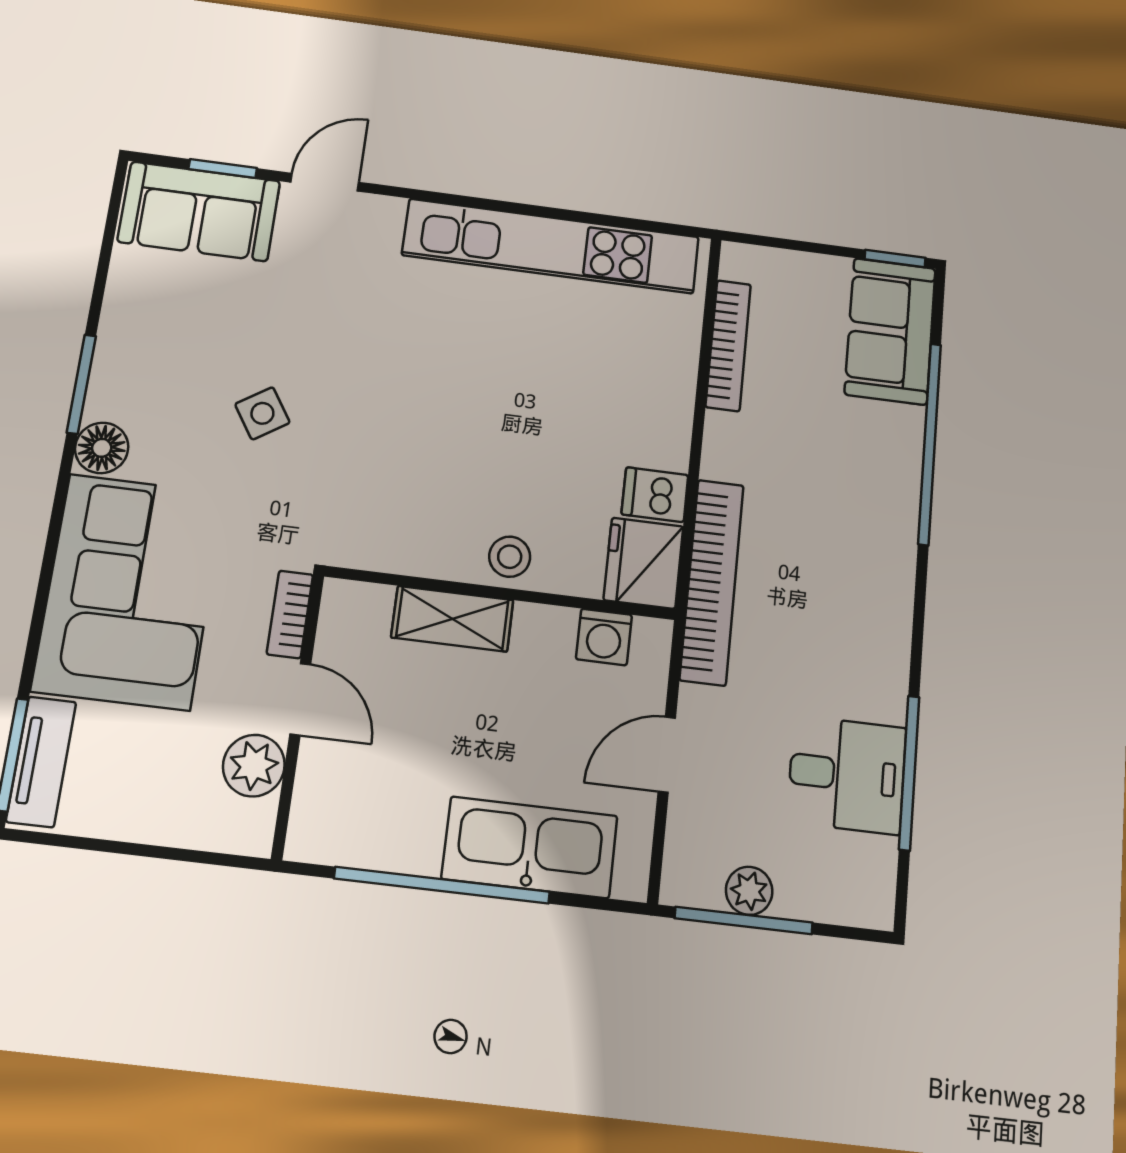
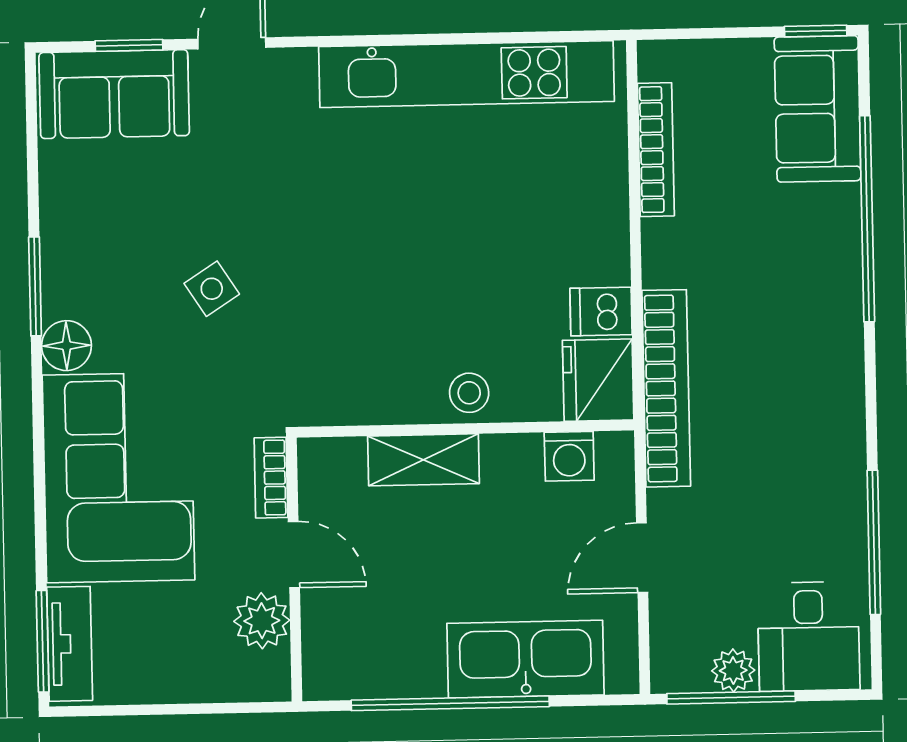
desk: (847, 775) -> (809, 636), moved, turned 90

